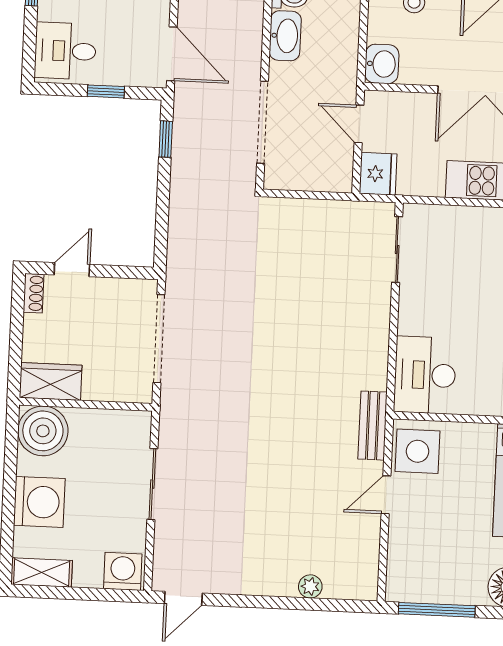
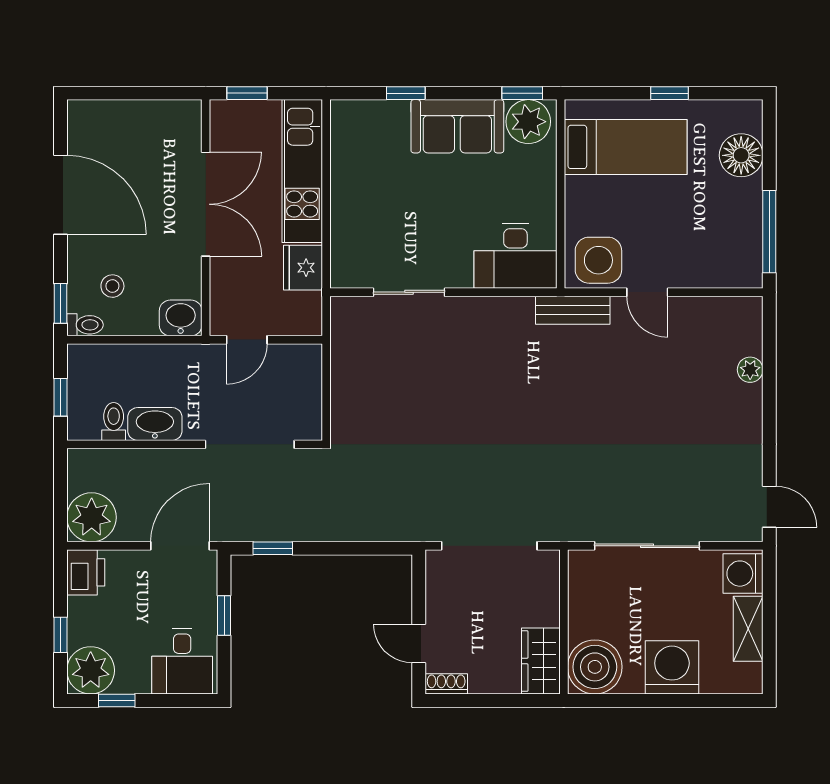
fridge: (378, 174) -> (303, 268), moved, turned -90
sliding door: (397, 250) -> (409, 292), moved
sliding door: (152, 484) -> (647, 546), width x1.37
shelving: (42, 572) -> (748, 629), moved

